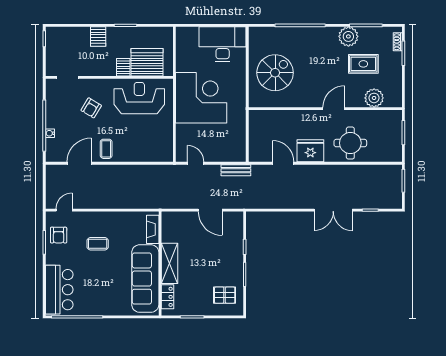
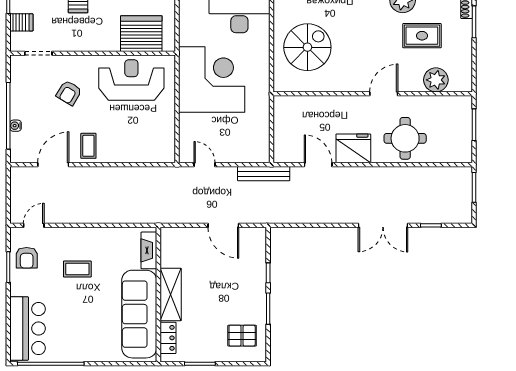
server rack: (123, 67) -> (21, 22), moved, turned 90
bench: (236, 170) -> (264, 174), width x1.36

